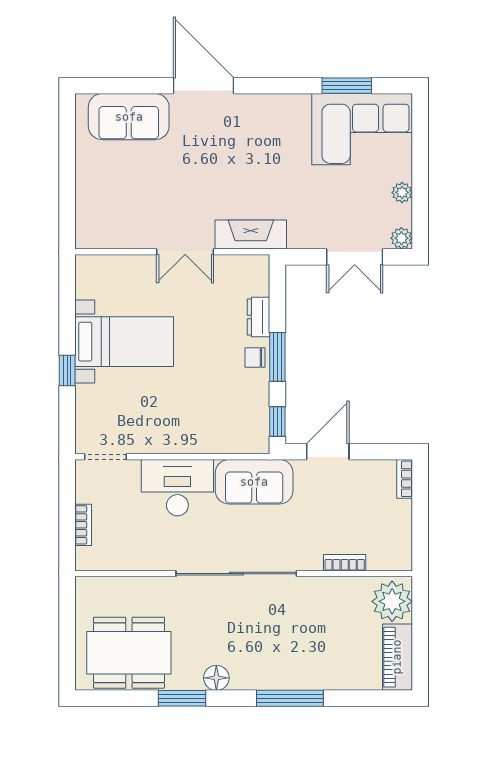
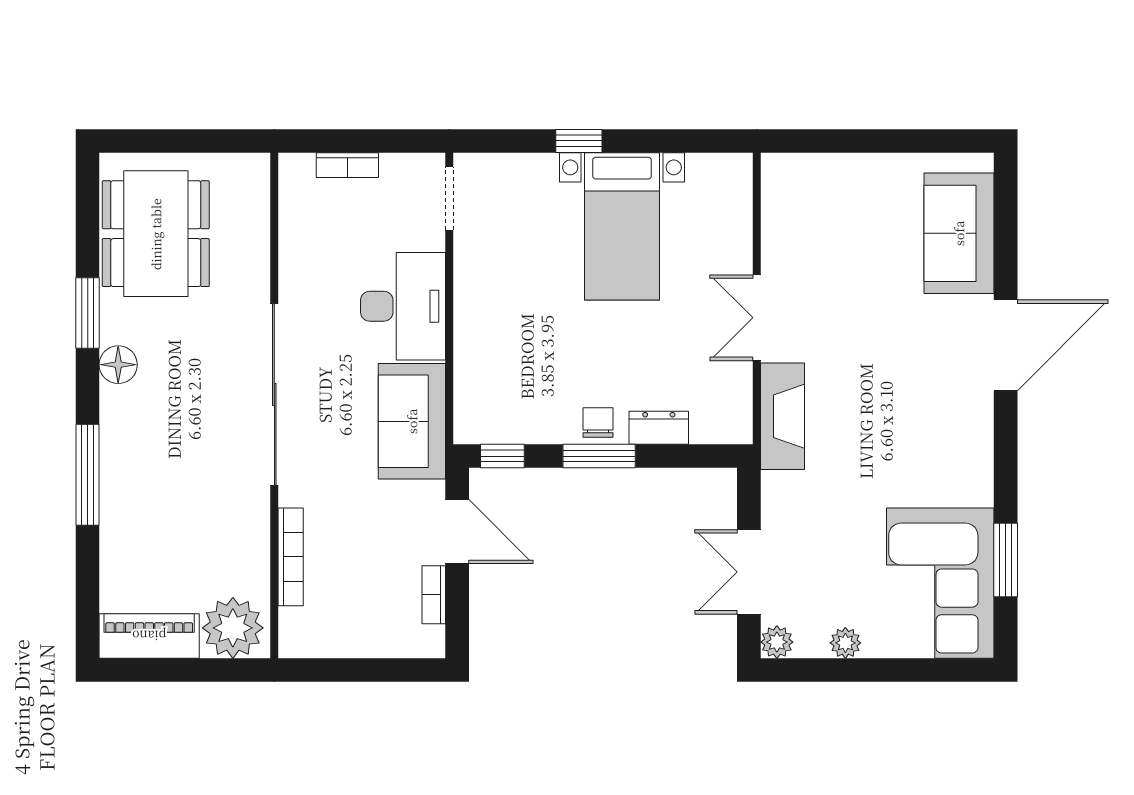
bookcase: (405, 479) -> (434, 595), moved, turned -90
bookcase: (345, 563) -> (291, 557), width x1.56

